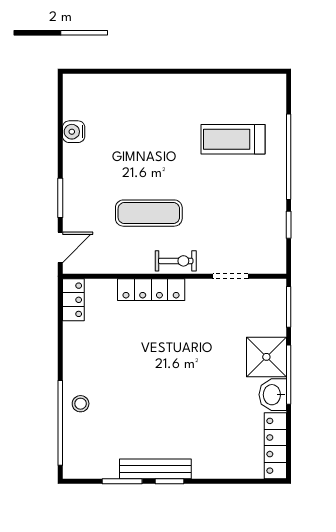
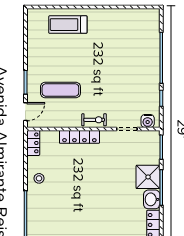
water cooler: (74, 132) -> (148, 121), moved, turned -90
treadmill: (233, 139) -> (68, 25), moved
exercise mat: (149, 213) -> (60, 90), moved
stool: (81, 404) -> (39, 178), moved

